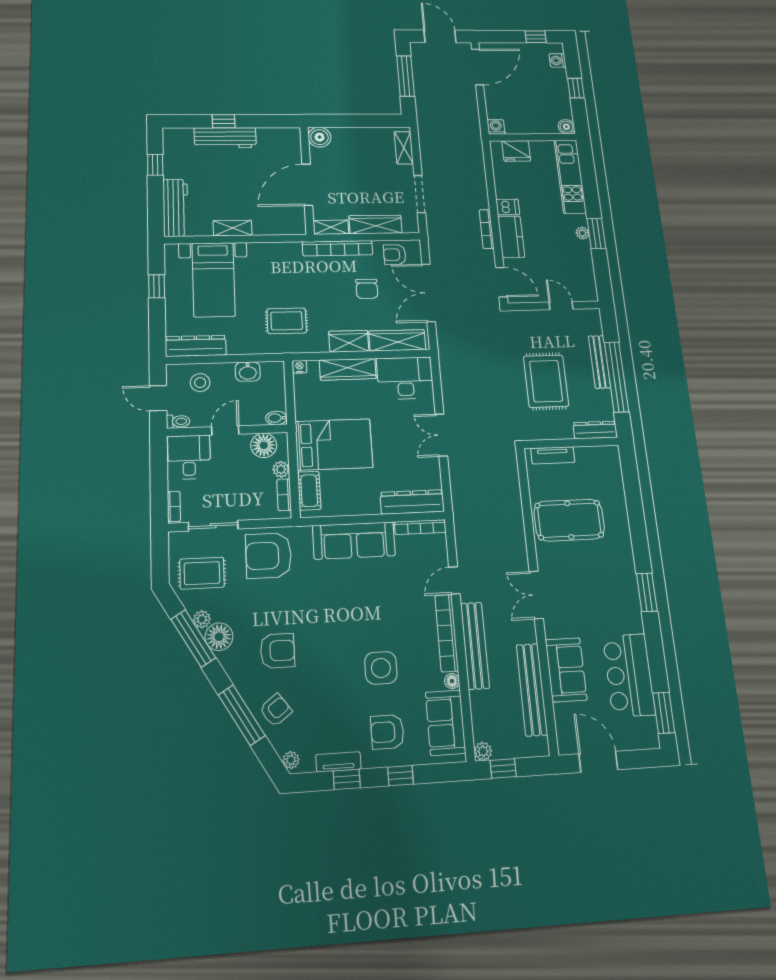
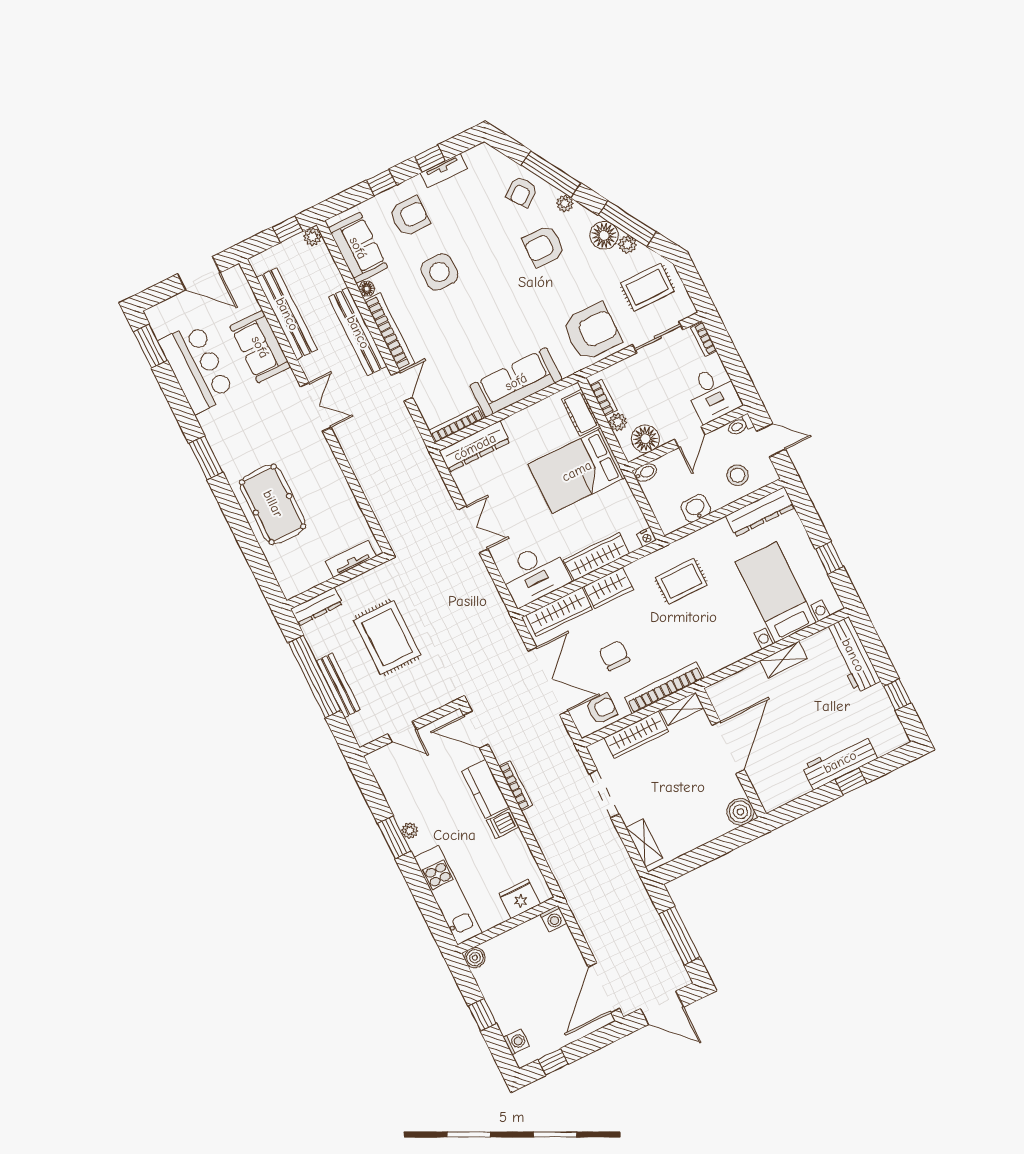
pool table: (569, 520) -> (273, 504), moved, turned 90
plant: (291, 760) -> (565, 203), moved

